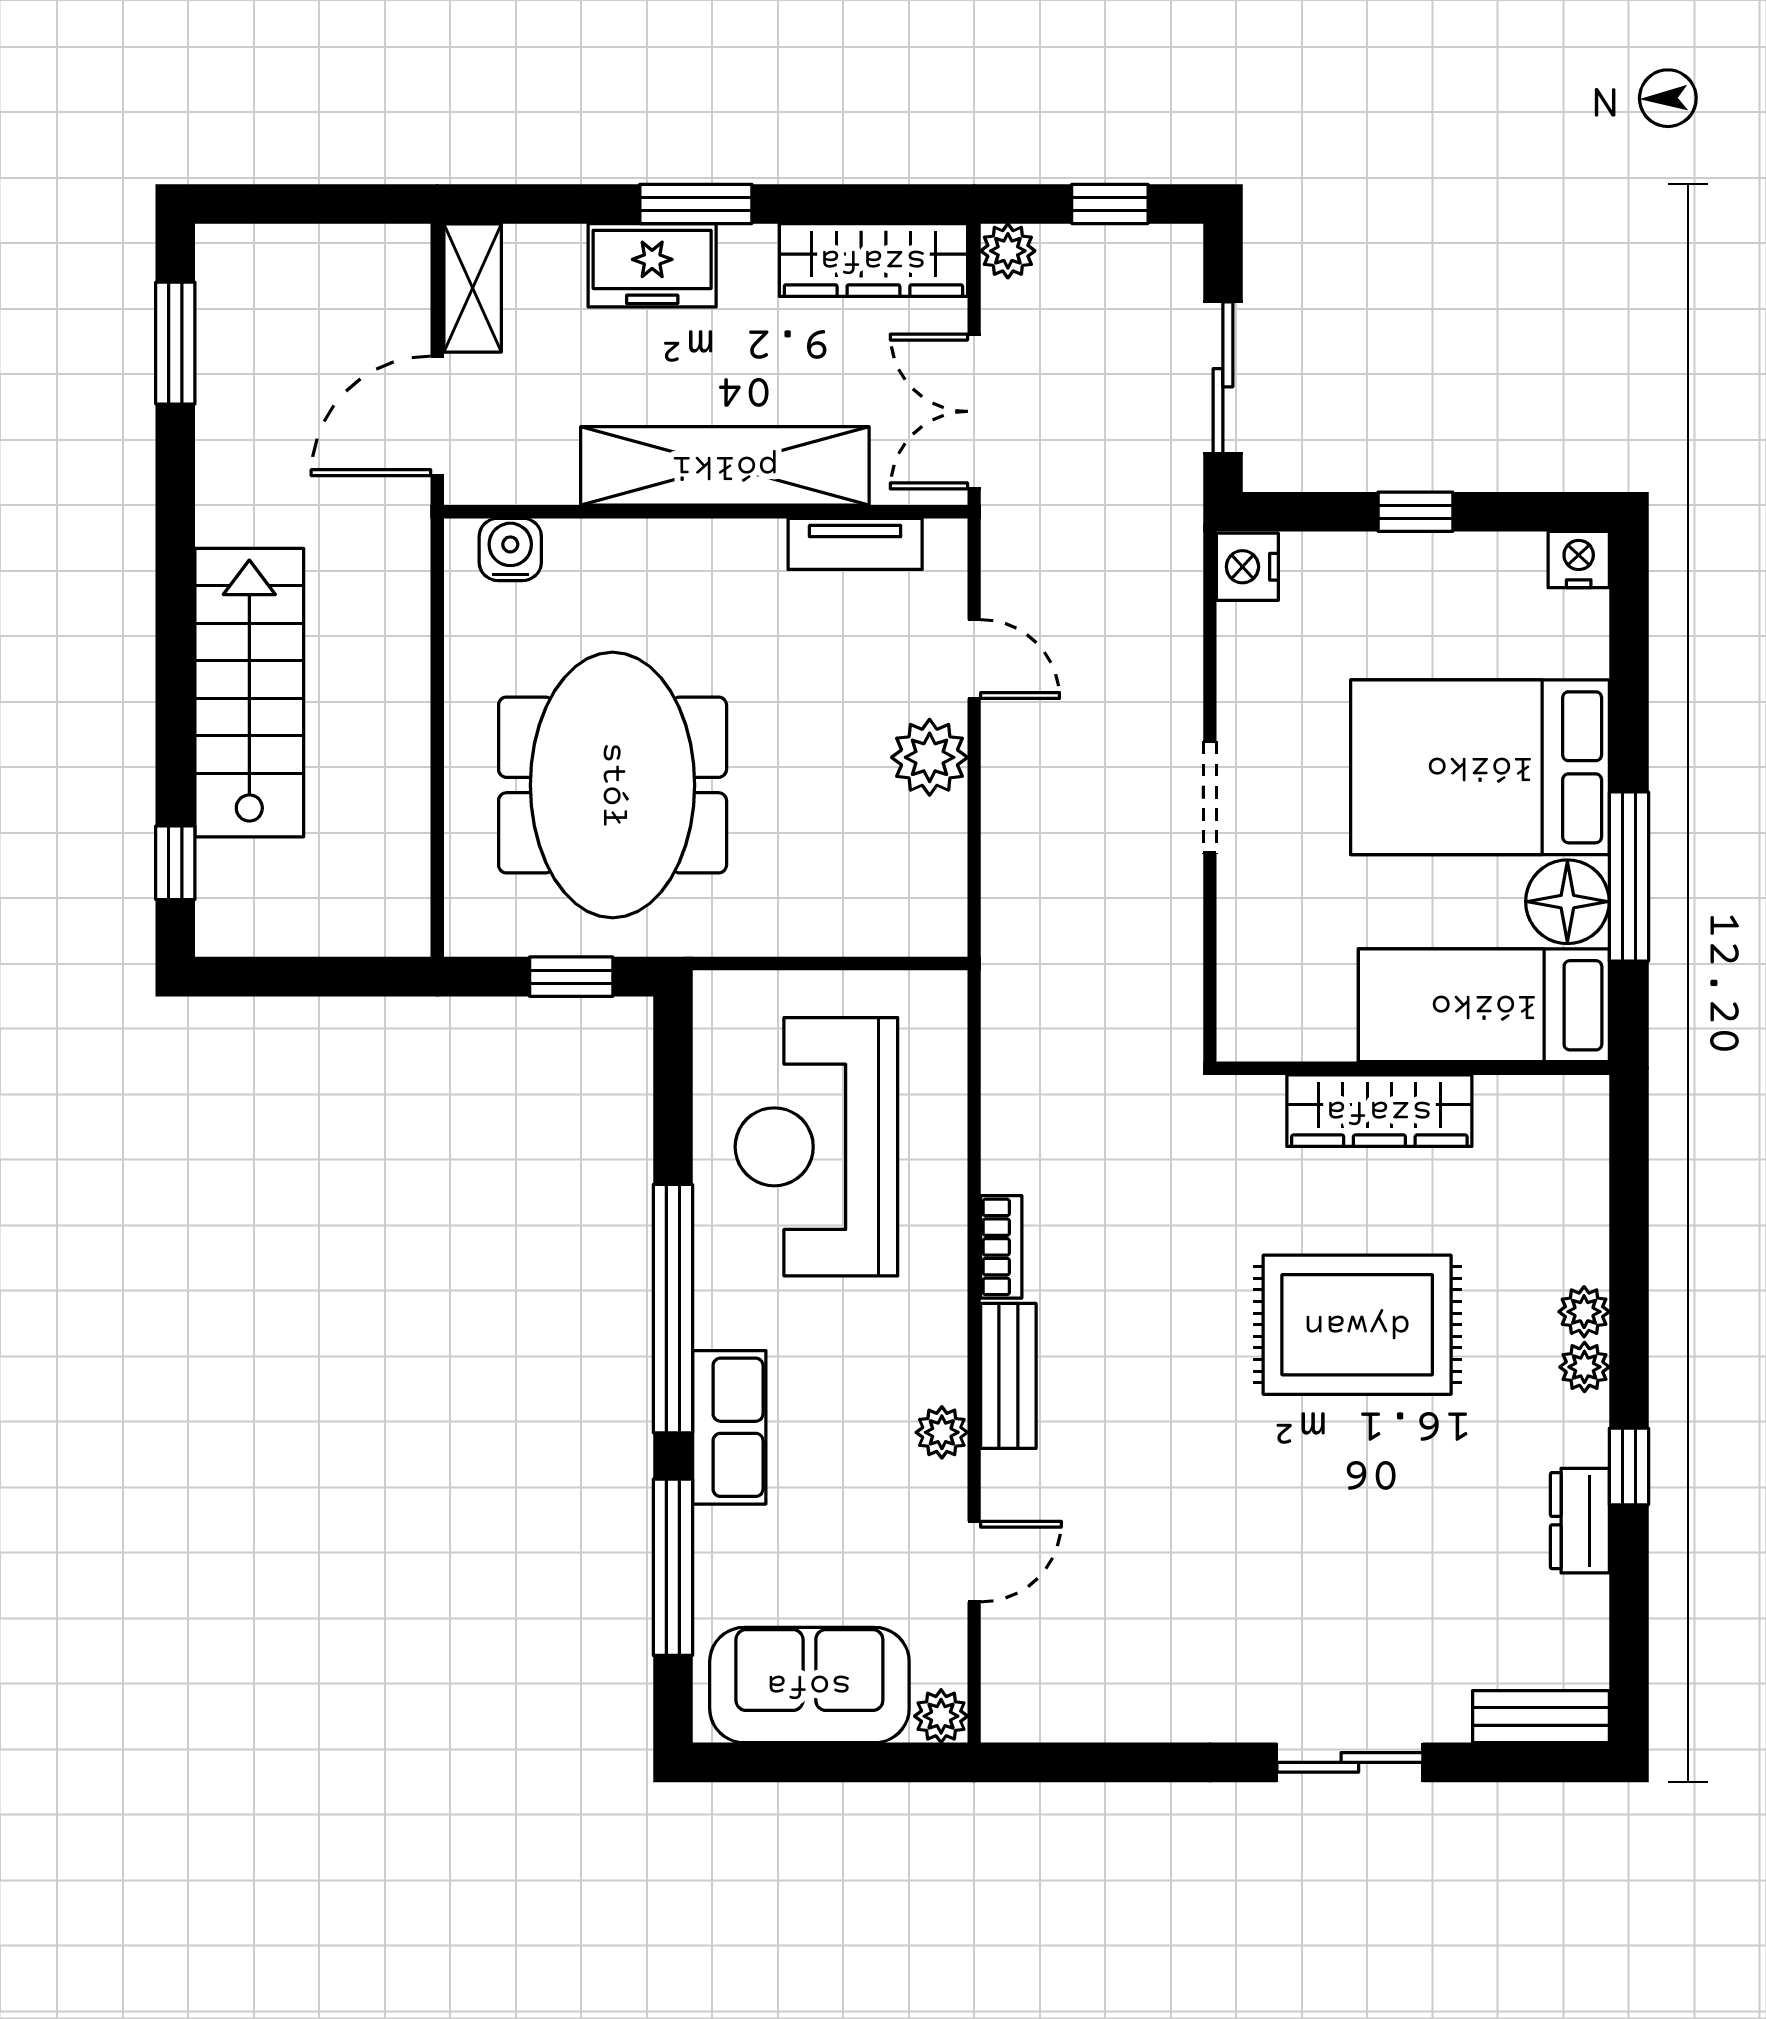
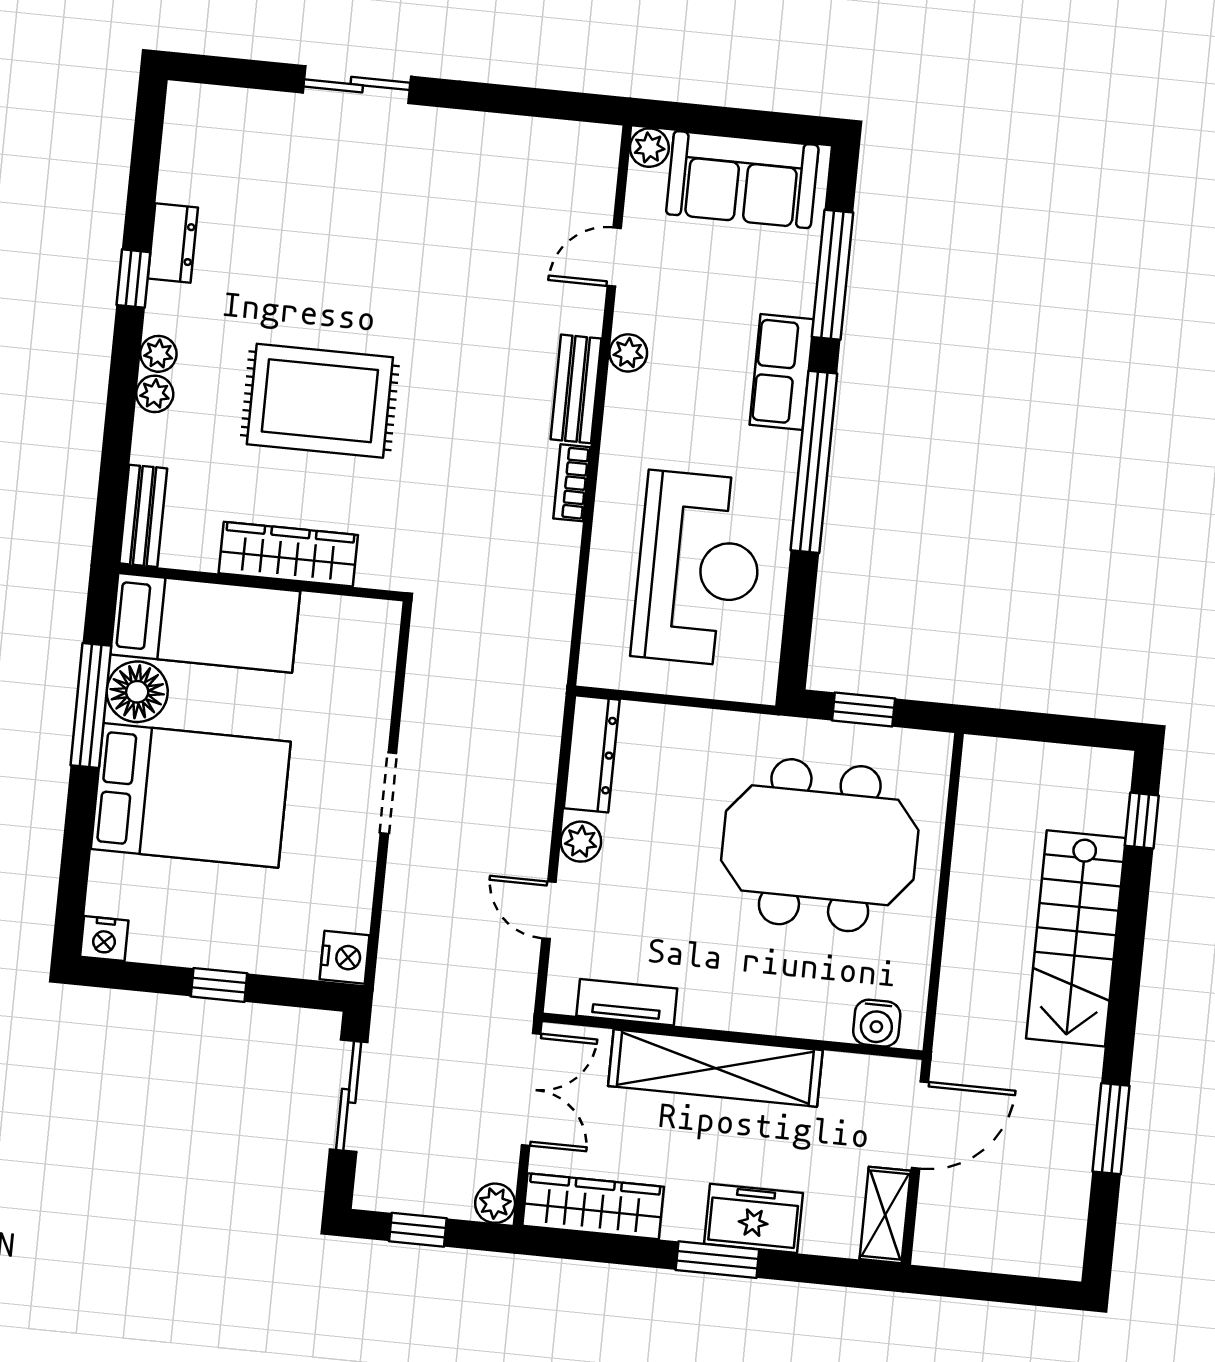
window: (175, 343) -> (1111, 1129), moved
plant: (930, 757) -> (581, 842), width x0.73, depth x0.73
meeting table: (613, 785) -> (820, 845), turned 90
dresser: (937, 879) -> (592, 754), added
bench: (1541, 1717) -> (143, 516), moved, turned 90

